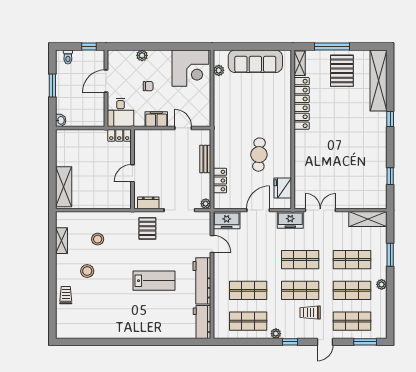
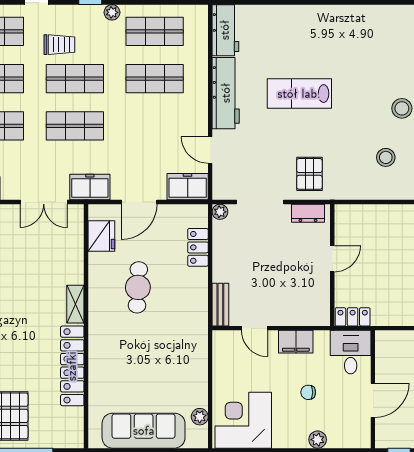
shelving: (300, 63) -> (75, 304), moved
bench: (205, 159) -> (220, 305), moved

